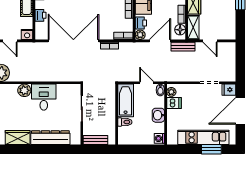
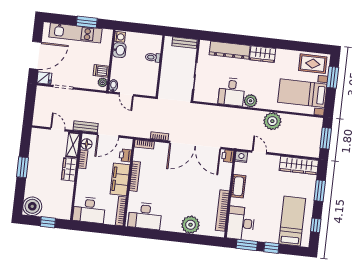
printer: (40, 15) -> (228, 156), moved
plant: (140, 35) -> (127, 143), removed
bathtub: (126, 100) -> (150, 79), removed
washbasin: (158, 115) -> (119, 50), moved
window: (211, 149) -> (87, 22), moved

